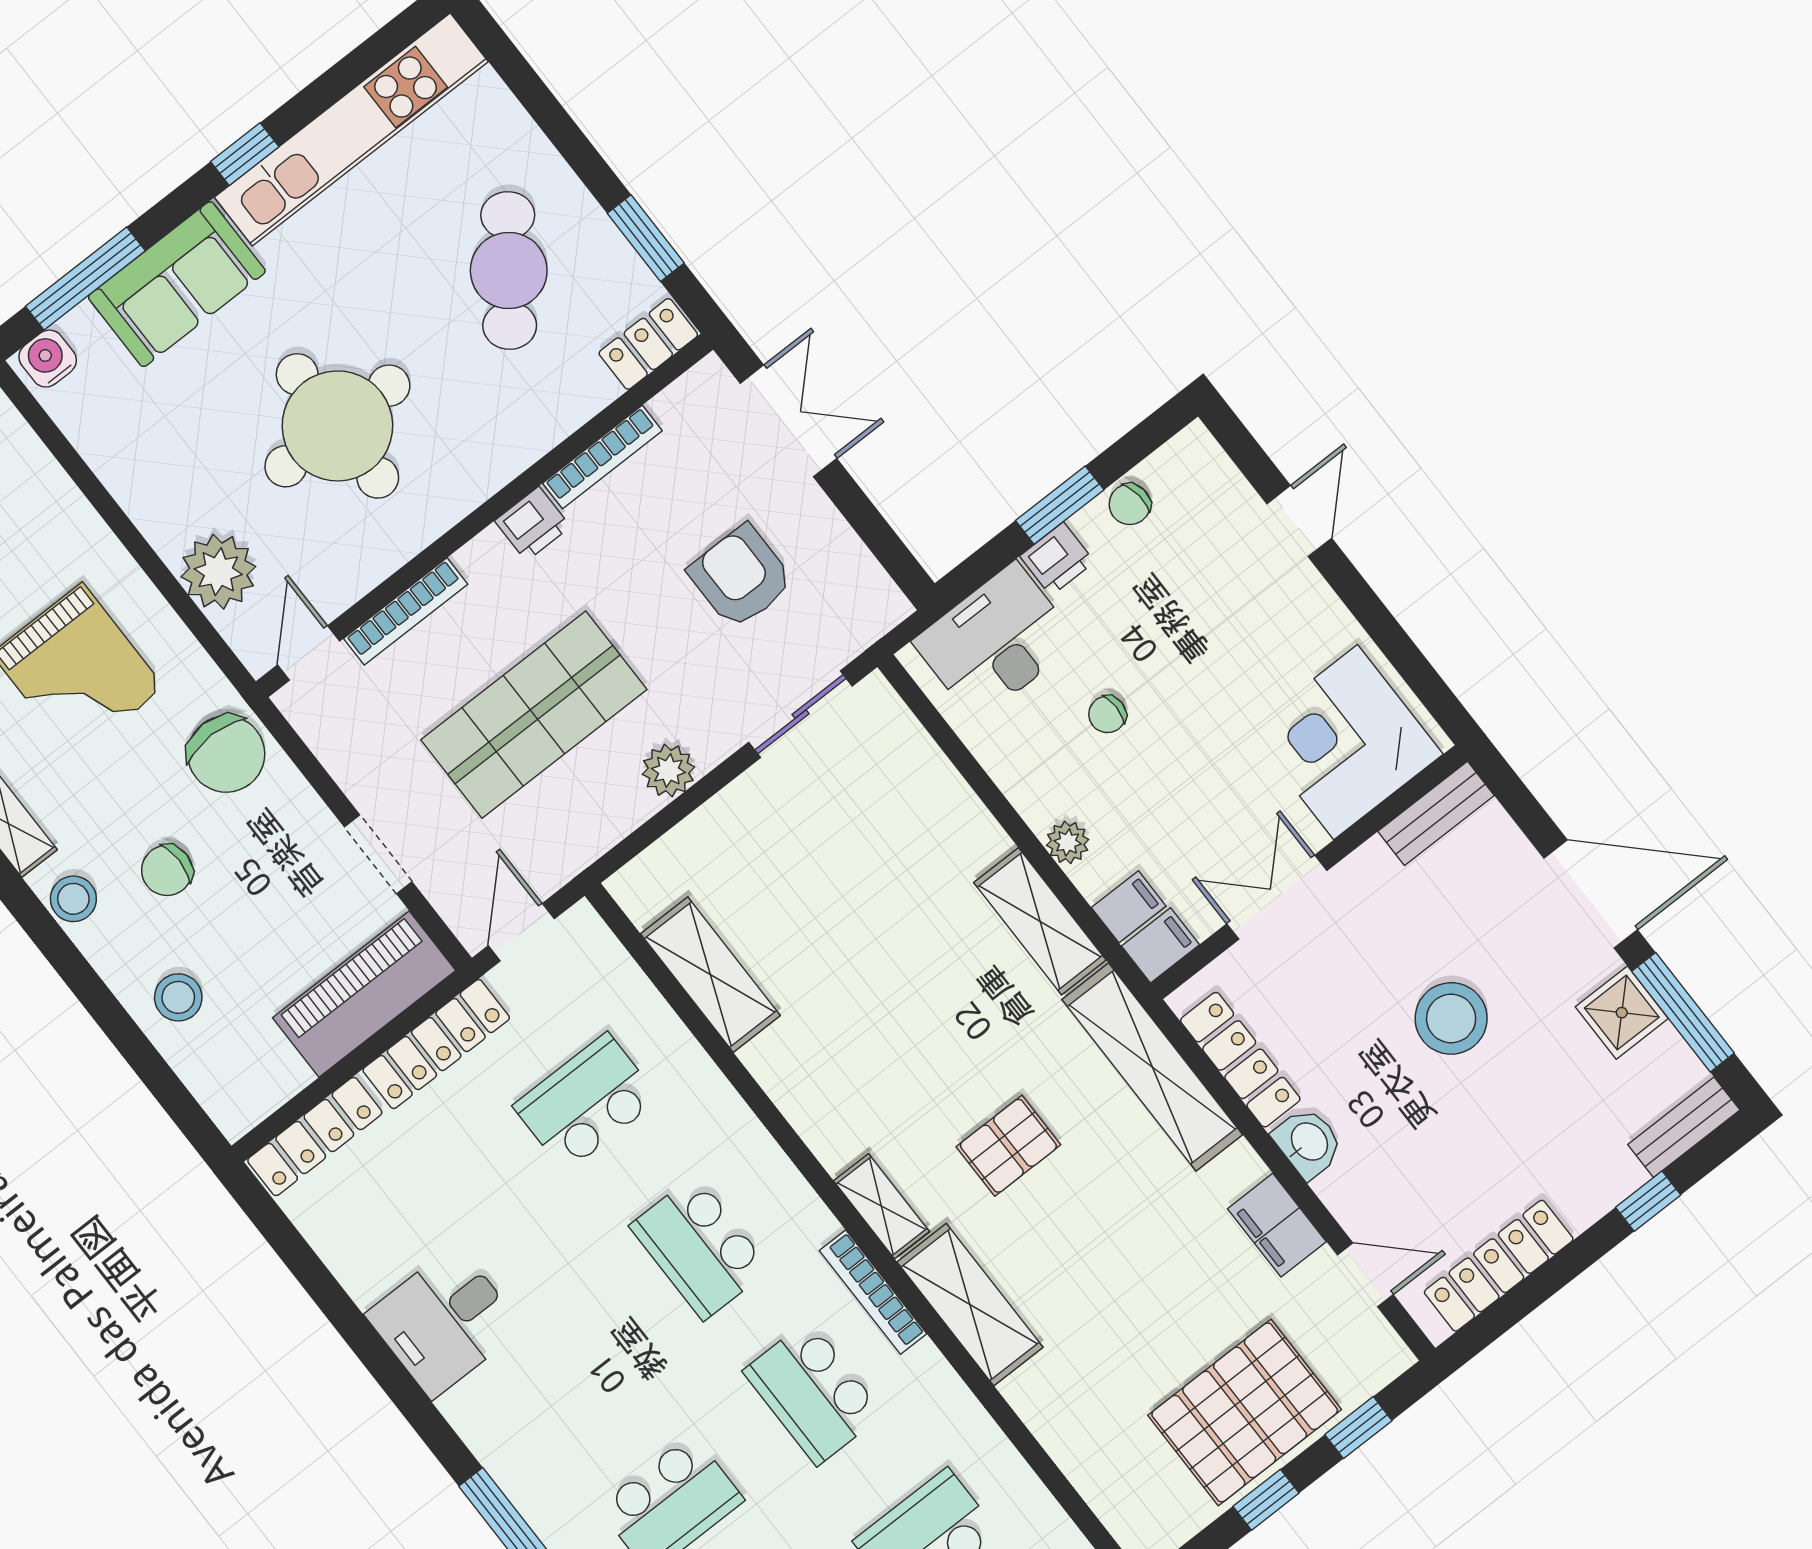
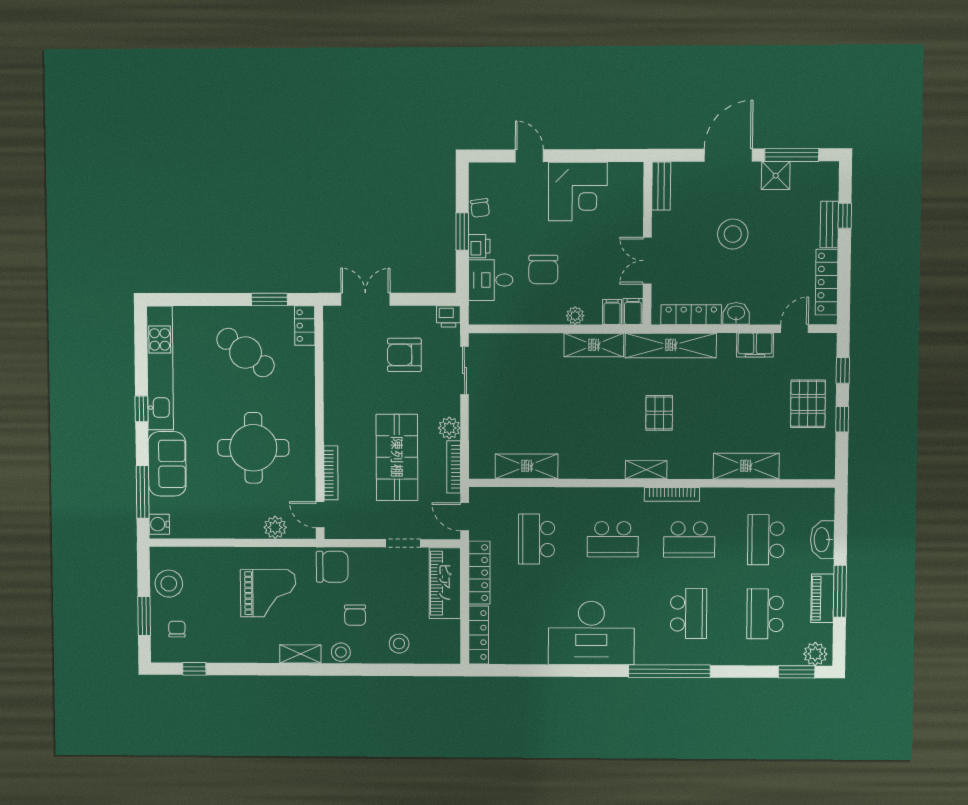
bookcase: (602, 457) -> (454, 467), moved, turned 180
printer: (533, 524) -> (448, 316), moved, turned 90
plant: (218, 572) -> (275, 527), width x0.73, depth x0.73
desk: (996, 642) -> (491, 280), width x0.73
chair: (1107, 714) -> (543, 270), width x1.87, depth x1.87
corner desk: (1346, 742) -> (578, 192), moved, turned -90
bench: (1684, 1127) -> (829, 224), moved
shelving: (970, 1305) -> (746, 466), moved
desk: (444, 1321) -> (591, 633), width x1.87, depth x1.30
pallet: (1245, 1412) -> (808, 404), width x0.73, depth x0.71

